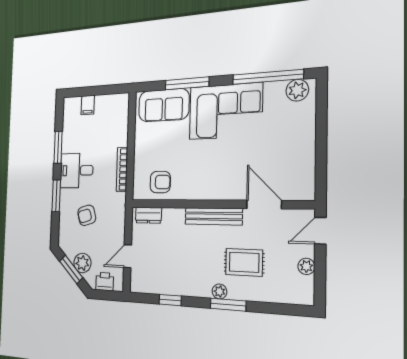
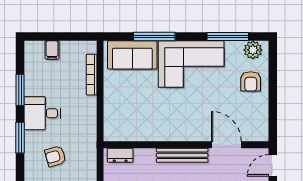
window: (267, 77) -> (228, 37), width x0.68
bookcase: (122, 169) -> (92, 75), moved
armchair: (160, 182) -> (251, 81), moved, turned 90

